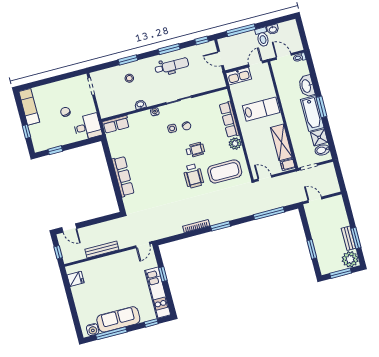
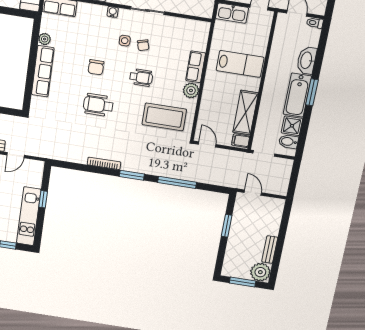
row of seats: (229, 119) -> (196, 67), width x0.68
plant: (115, 152) -> (45, 39), added
chair: (160, 157) -> (96, 67), added
wheelchair: (193, 176) -> (98, 105), moved, turned 90
window: (269, 213) -> (177, 182), moved
window: (356, 238) -> (278, 253), removed
door: (143, 245) -> (16, 155), moved
window: (312, 249) -> (227, 226), moved

